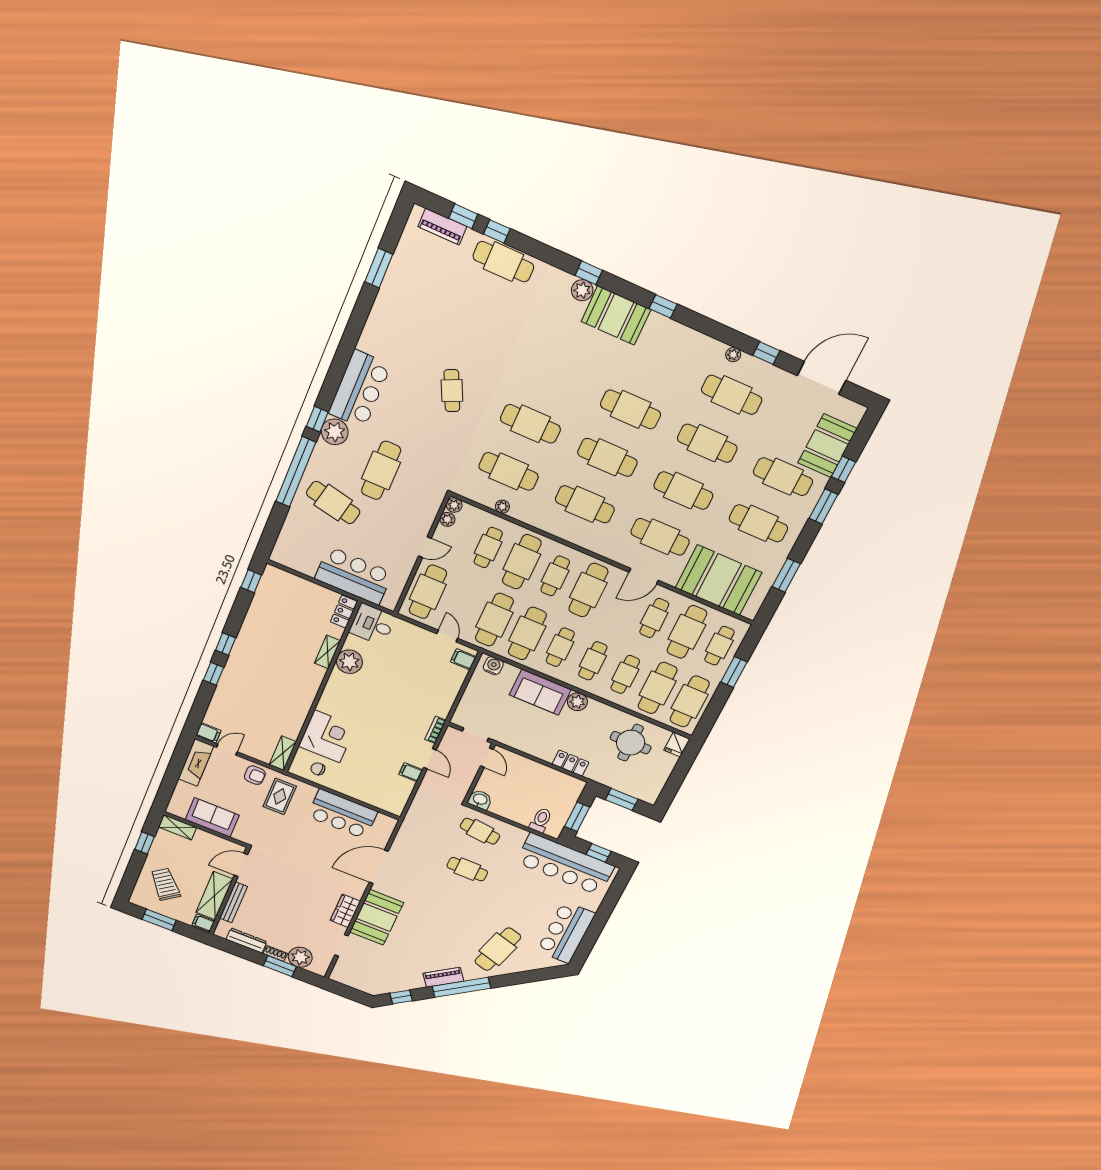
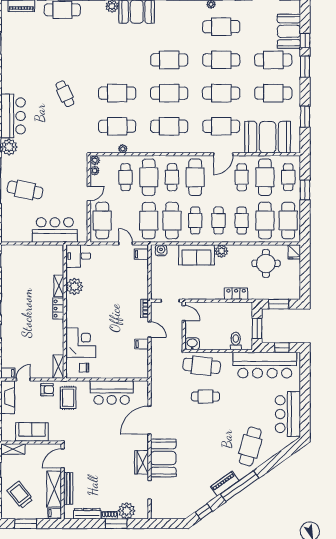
cafe table: (381, 470) -> (44, 158), removed
locker: (344, 612) -> (58, 309), moved
cafe table: (480, 831) -> (202, 366), width x1.37, depth x1.35

